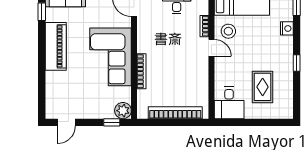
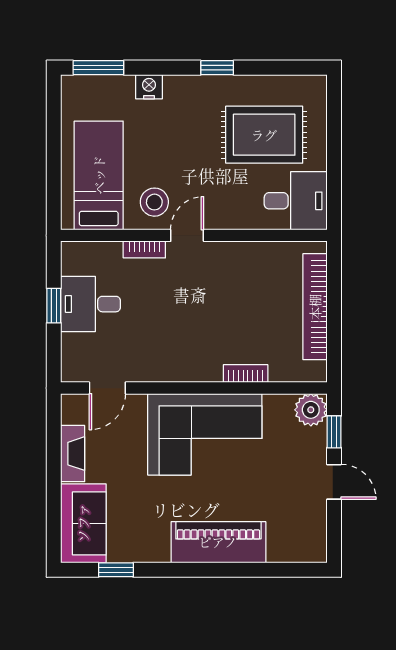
piano: (56, 46) -> (218, 542), moved
bookcase: (141, 71) -> (246, 374), width x0.64
rug: (263, 87) -> (264, 135), width x1.36, depth x1.43
door: (66, 122) -> (334, 482), moved

